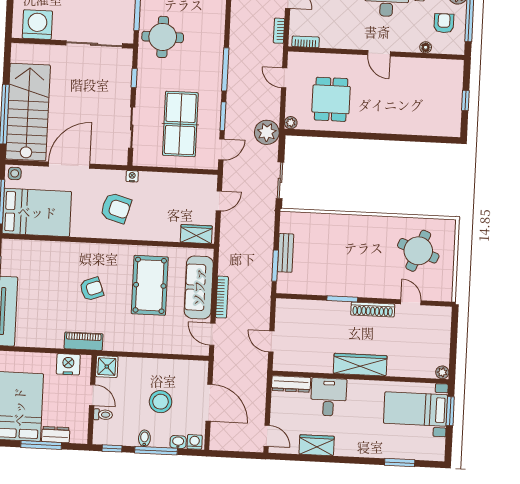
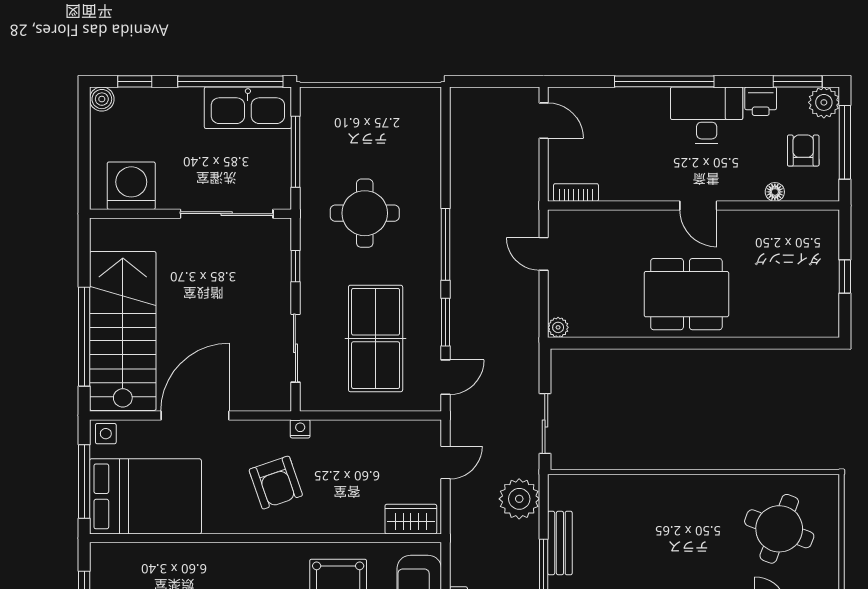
bookcase: (279, 31) -> (531, 176), removed
round table: (163, 37) -> (365, 213), moved
dining table: (331, 99) -> (686, 294), moved, width x1.37
plant: (267, 132) -> (519, 499), moved
armchair: (116, 208) -> (276, 483), turned 55

